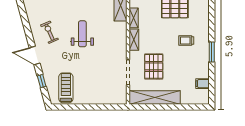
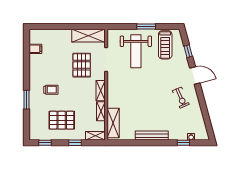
weight bench: (82, 34) -> (136, 51), moved, width x1.36, depth x1.33
window: (212, 52) -> (27, 100), moved
shelving: (155, 97) -> (88, 36), width x0.68
window: (86, 107) -> (146, 27), added

